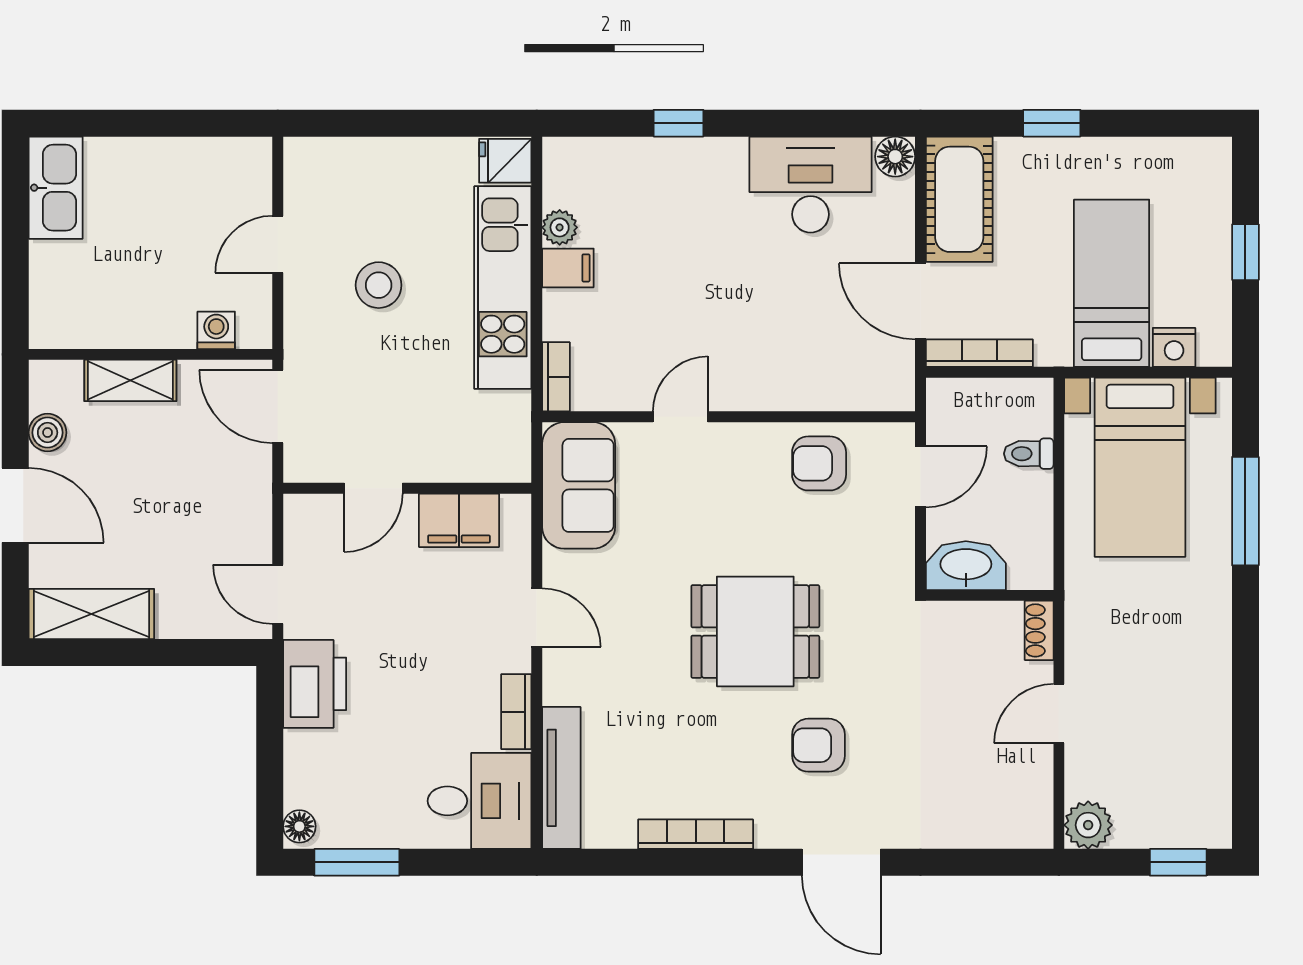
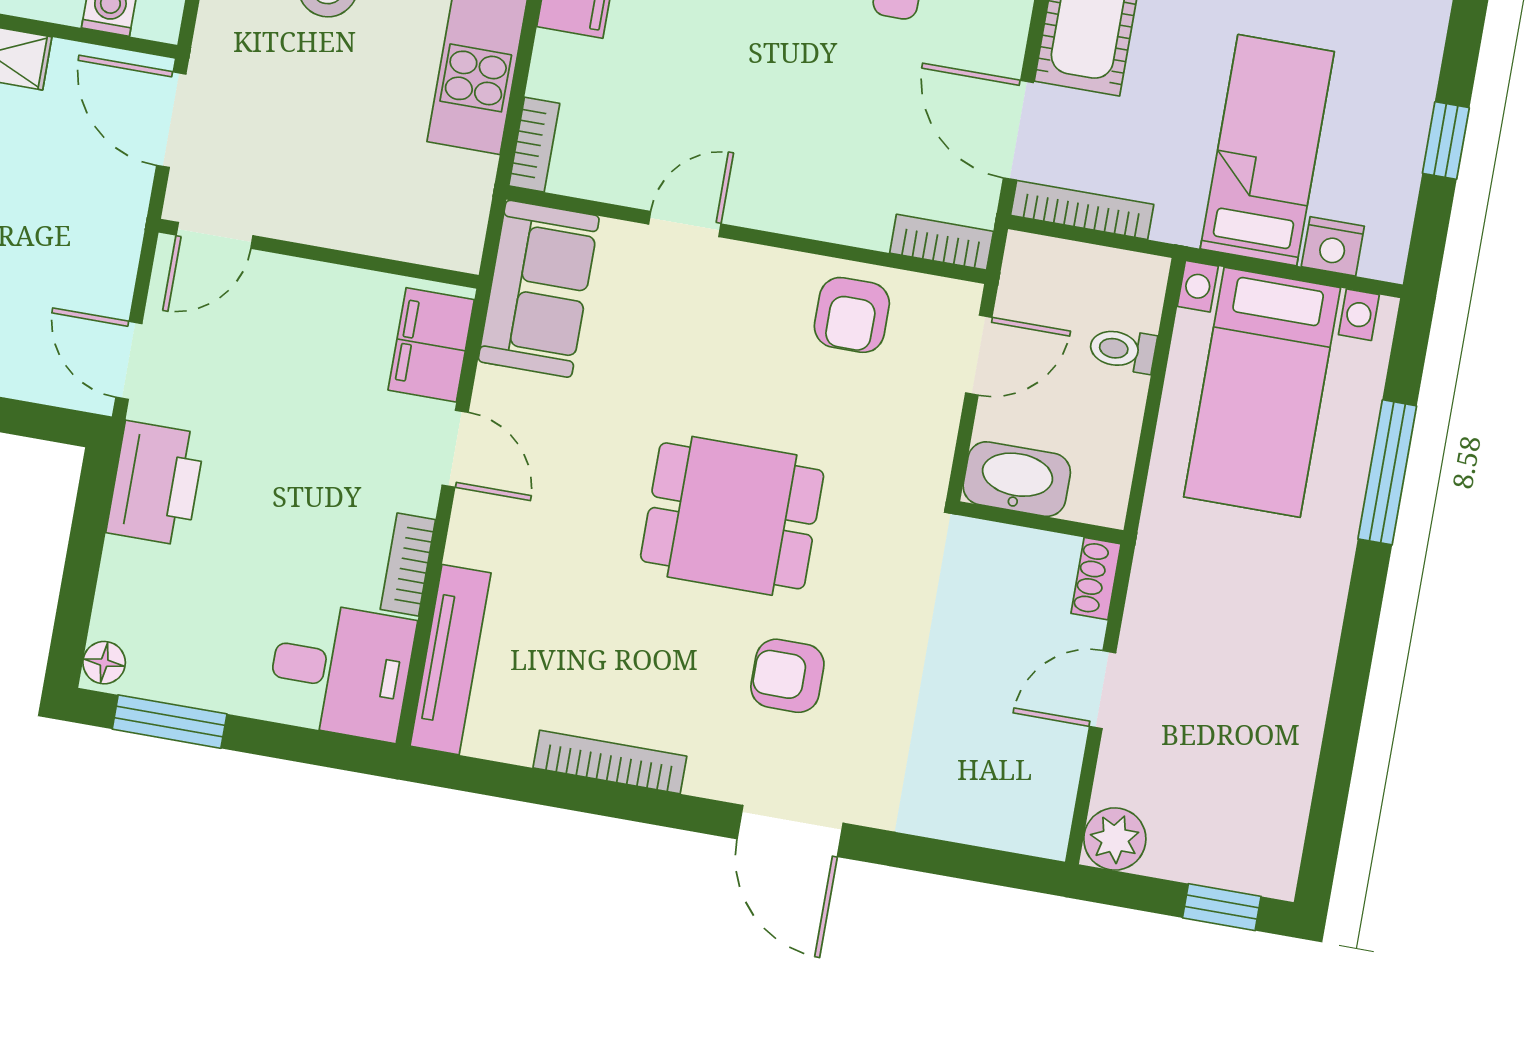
bookcase: (877, 396) -> (942, 242), added
armchair: (819, 463) -> (852, 315), turned -90
door: (373, 488) -> (215, 235), moved
filing cabinet: (459, 520) -> (431, 345), moved, turned 90

